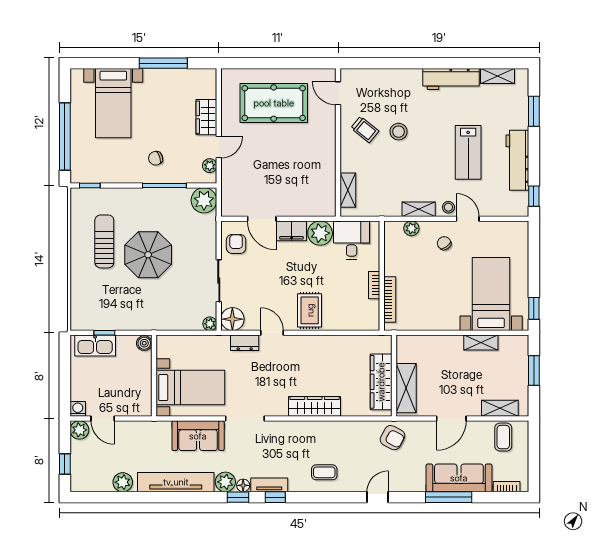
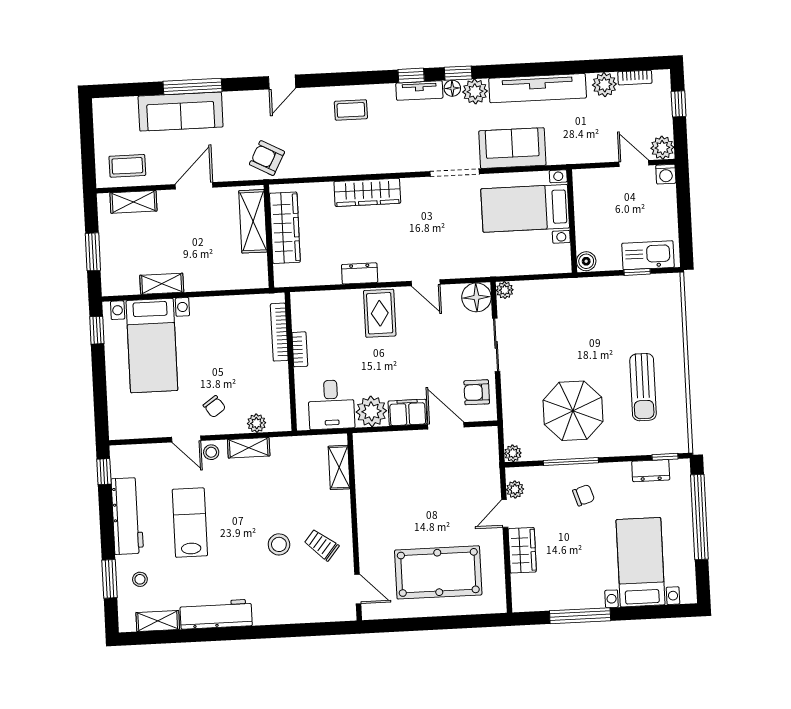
stool: (510, 110) -> (140, 579), added
dresser: (102, 175) -> (651, 471), added
plant: (204, 200) -> (513, 453), width x0.53, depth x0.53
armchair: (236, 244) -> (477, 392), turned 90
parasol: (148, 255) -> (573, 411), moved
dresser: (245, 343) -> (360, 273), moved
coffee table: (503, 437) -> (127, 166), turned 90
bookcase: (507, 487) -> (635, 78), moved

